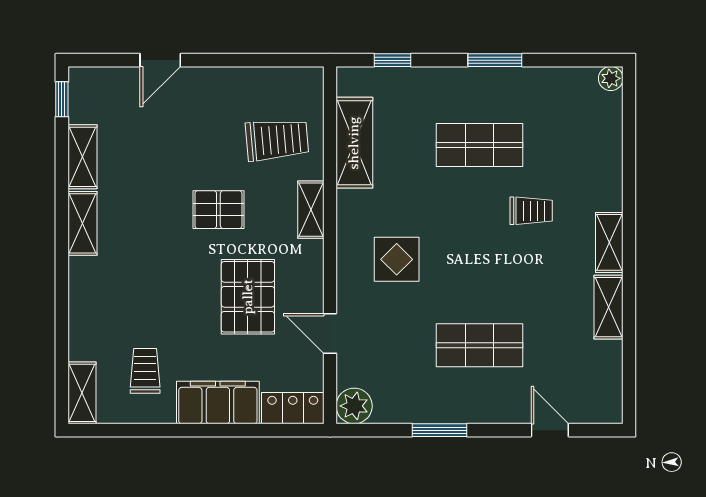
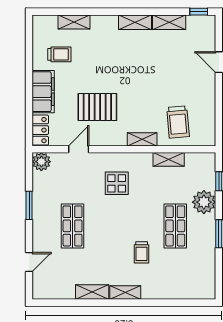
plant: (611, 78) -> (204, 202), moved, width x1.88, depth x1.88
shelving: (354, 143) -> (169, 159), width x0.67, depth x0.75
pallet: (218, 210) -> (142, 92), removed
shelving: (82, 393) -> (74, 22), moved

